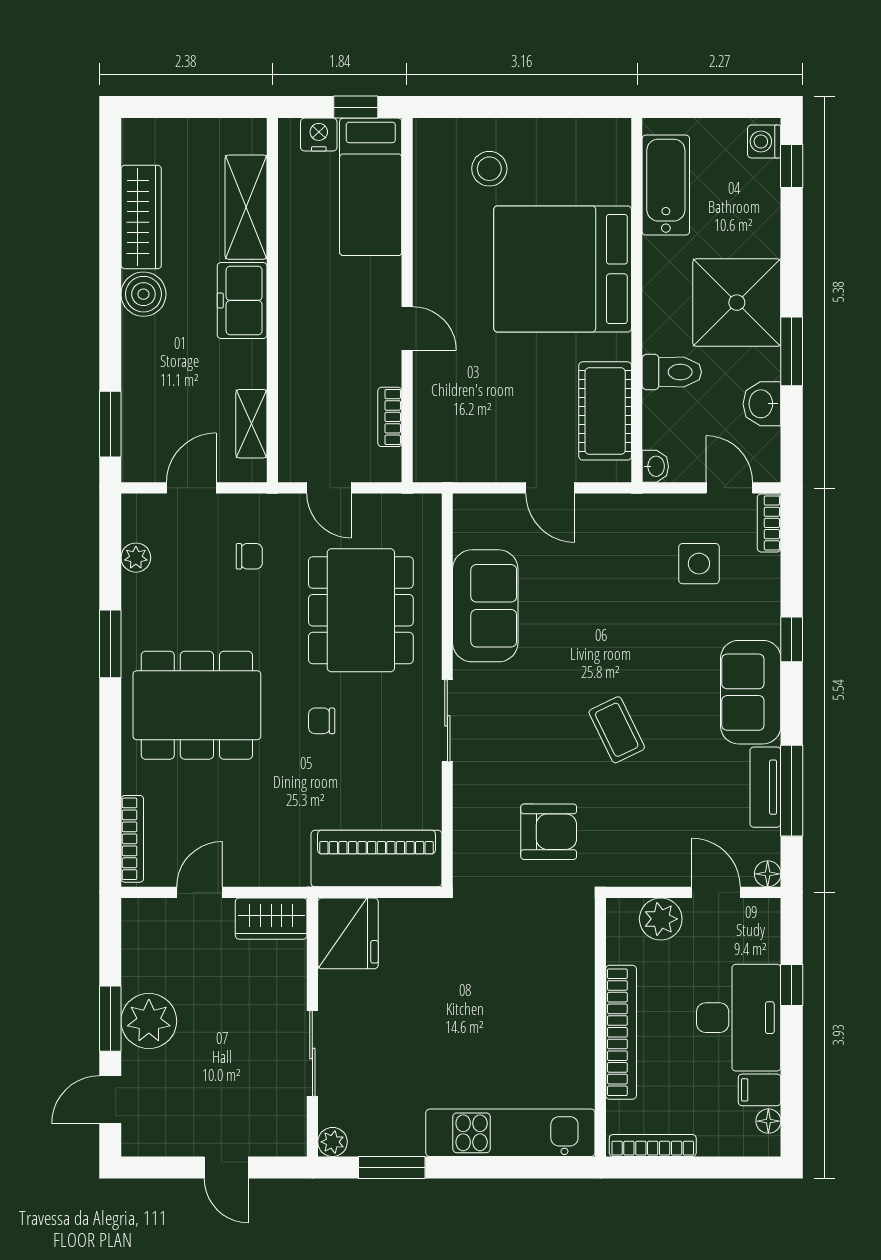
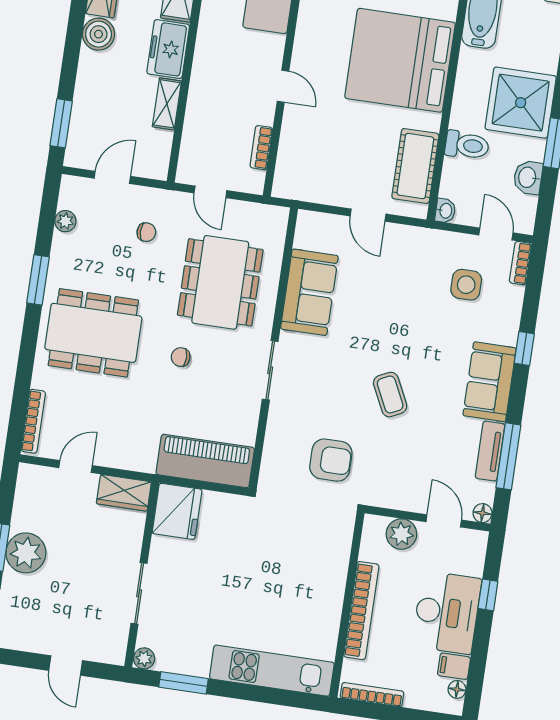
shelving: (251, 424) -> (167, 104), moved

